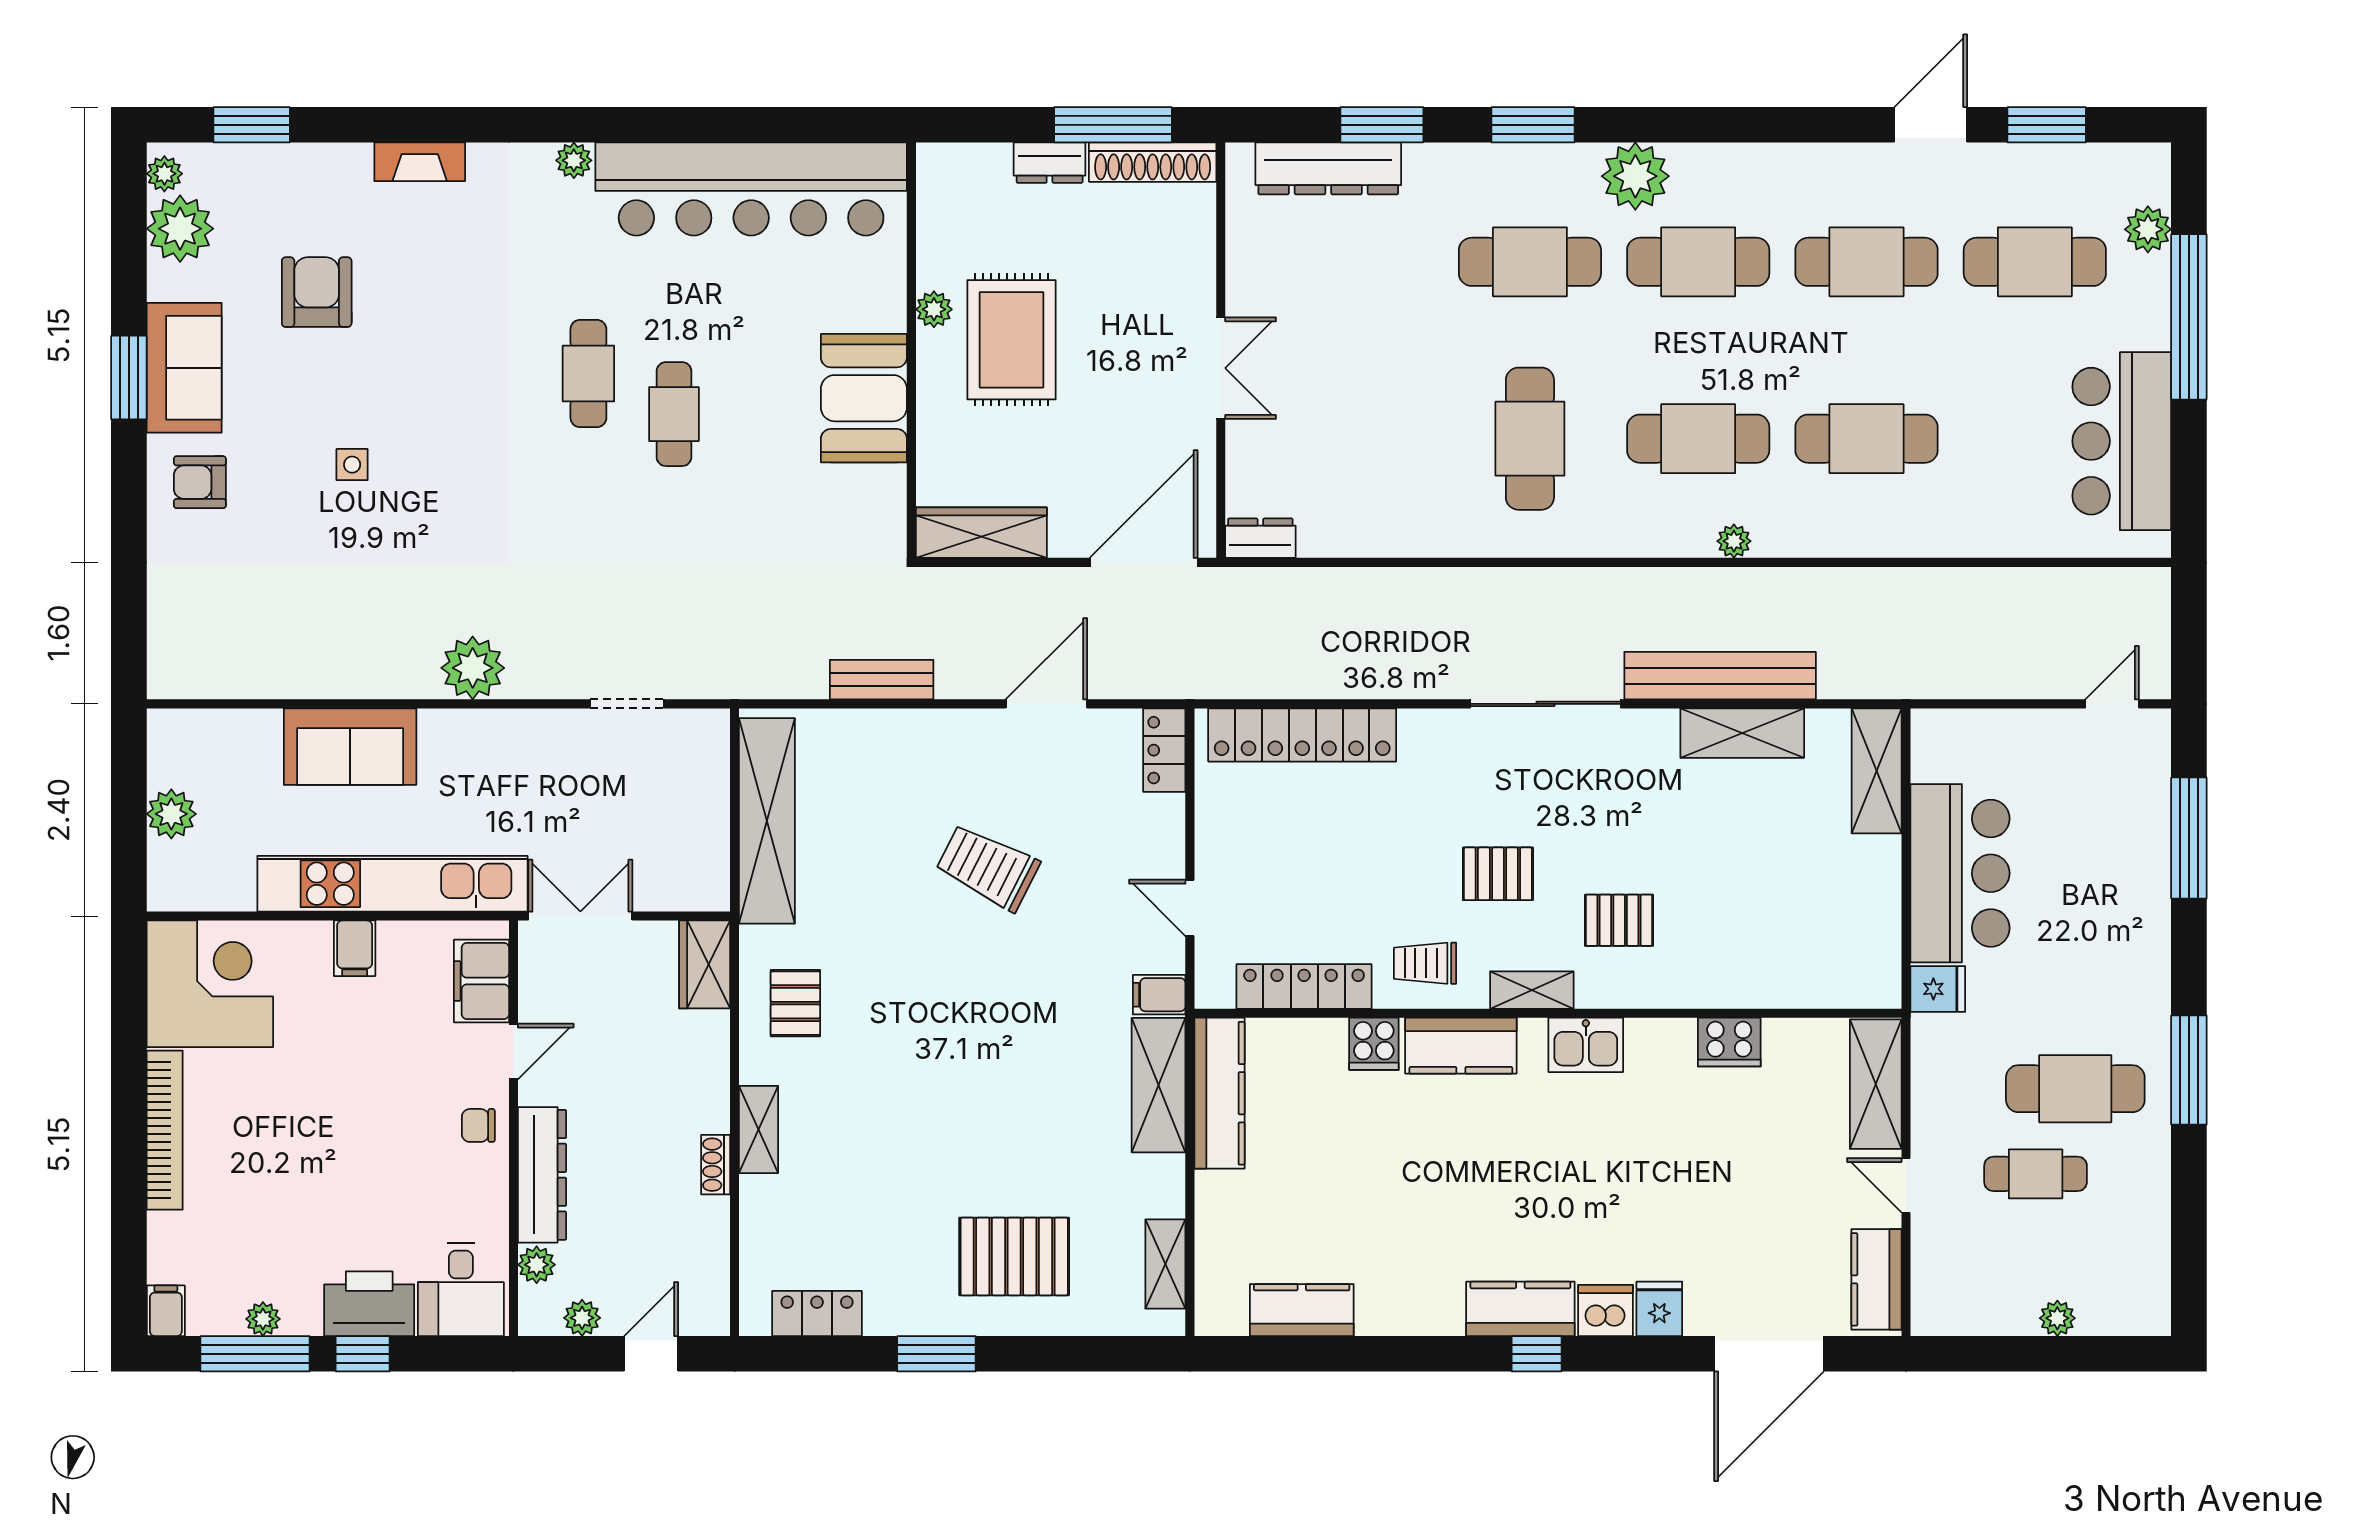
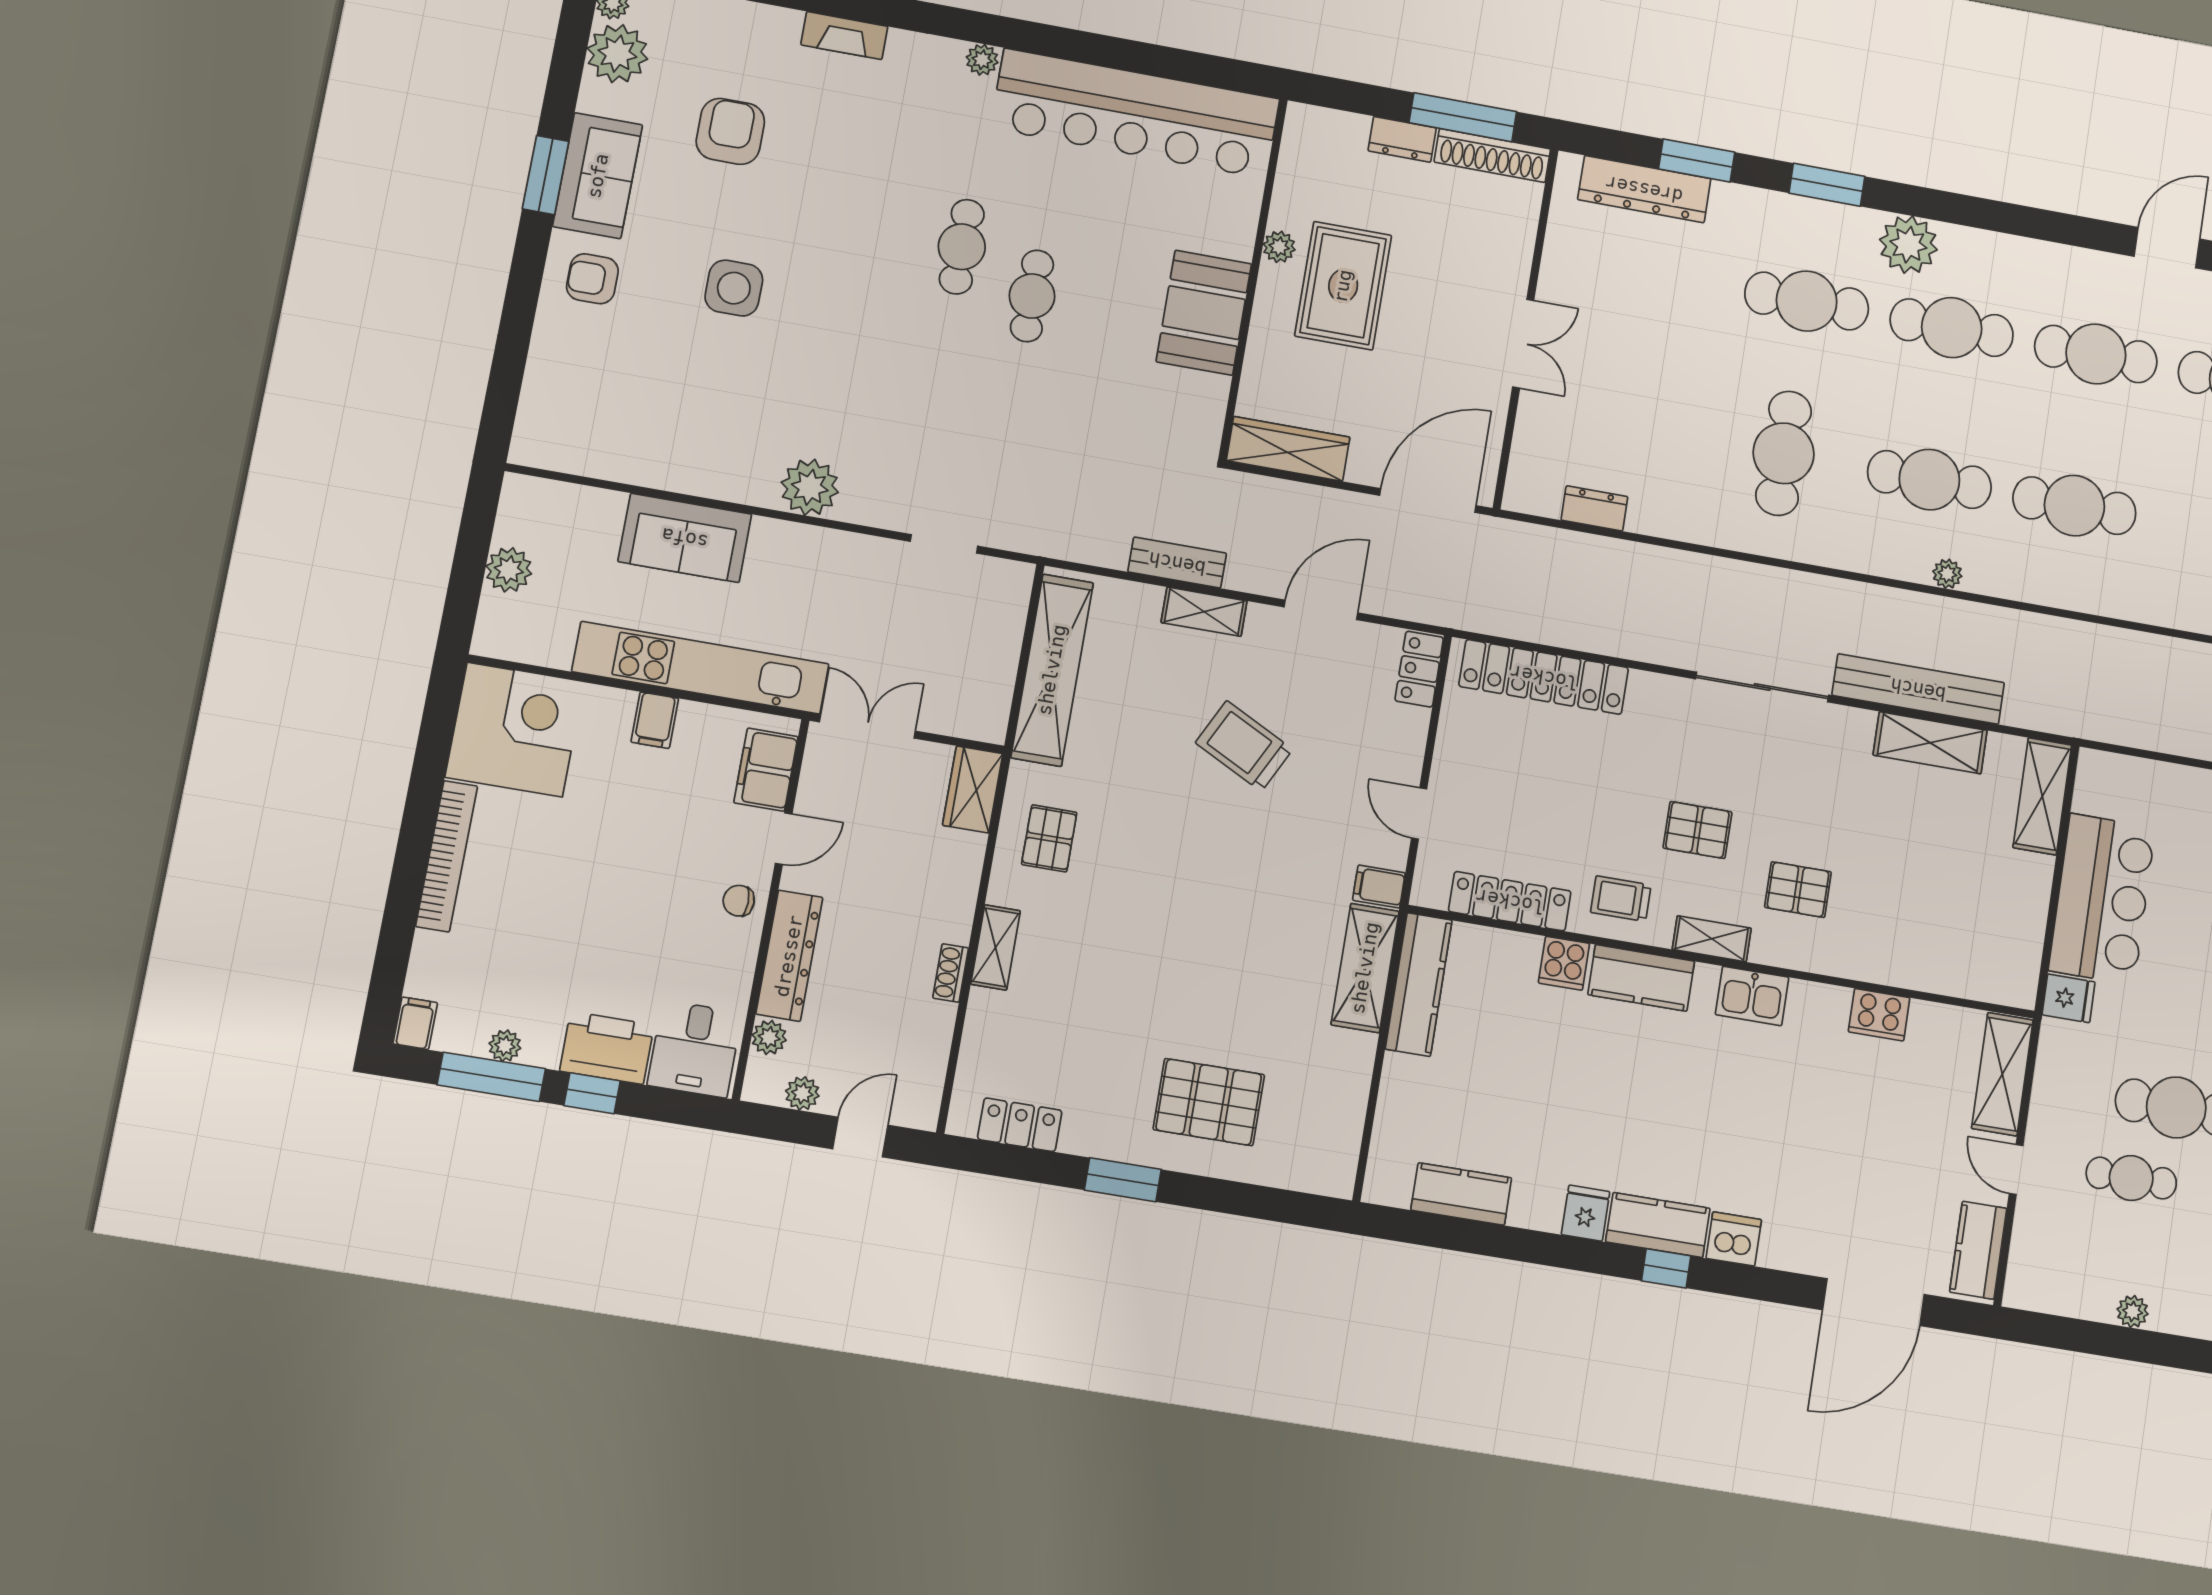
side table: (352, 465) -> (734, 288), width x1.87, depth x1.87
dresser: (1260, 538) -> (1594, 508), moved
shelving: (1165, 1264) -> (1204, 612), moved, turned 90
fridge: (1659, 1309) -> (1586, 1213), moved

